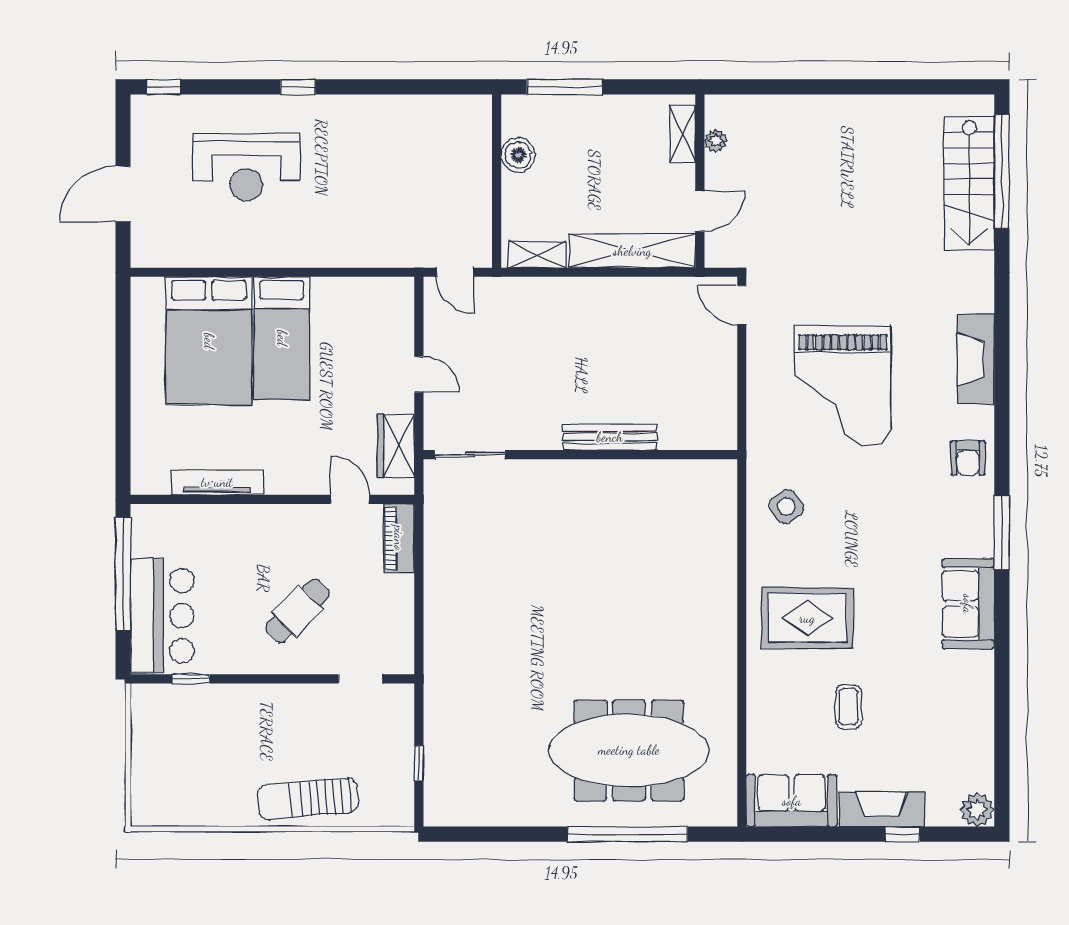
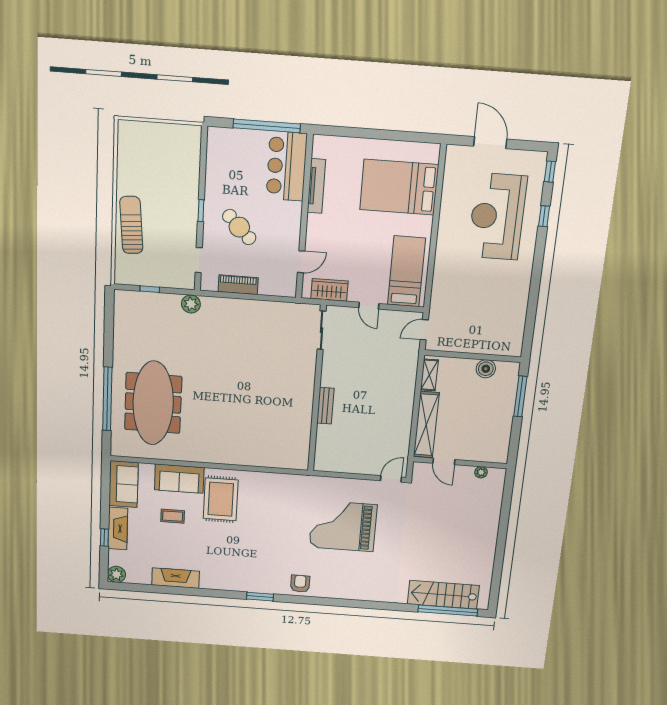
window: (298, 87) -> (544, 216), moved
shelving: (683, 133) -> (487, 456), removed
reception desk: (246, 167) -> (497, 217), width x1.36, depth x1.30
bed: (282, 338) -> (406, 271), moved, turned 90
fireplace: (976, 359) -> (176, 578), moved
door: (419, 374) -> (369, 306), hinge flipped
bench: (610, 437) -> (325, 406), width x0.73
armchair: (968, 458) -> (300, 584), turned 90
side table: (786, 507) -> (281, 493), removed
window: (1002, 533) -> (260, 597), width x0.69
piano: (399, 538) -> (238, 285), moved
sofa: (968, 604) -> (179, 479), moved, turned 180
bar counter: (162, 616) -> (287, 166), moved, turned 90
window: (191, 679) -> (201, 211), moved
plant: (440, 689) -> (191, 304), added

